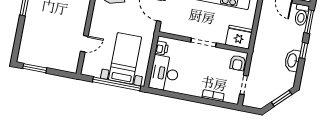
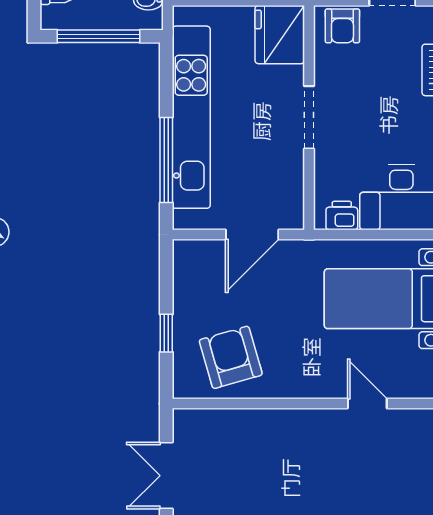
armchair: (238, 63) -> (342, 26), turned 90

